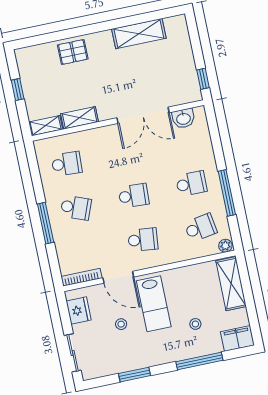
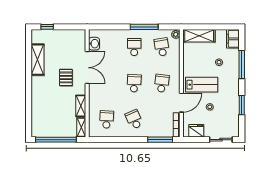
pallet: (73, 52) -> (66, 77), moved
window: (203, 79) -> (47, 27), moved
window: (18, 90) -> (56, 140), width x3.17
school desk: (76, 208) -> (134, 119), turned -45
window: (46, 223) -> (160, 140), moved

